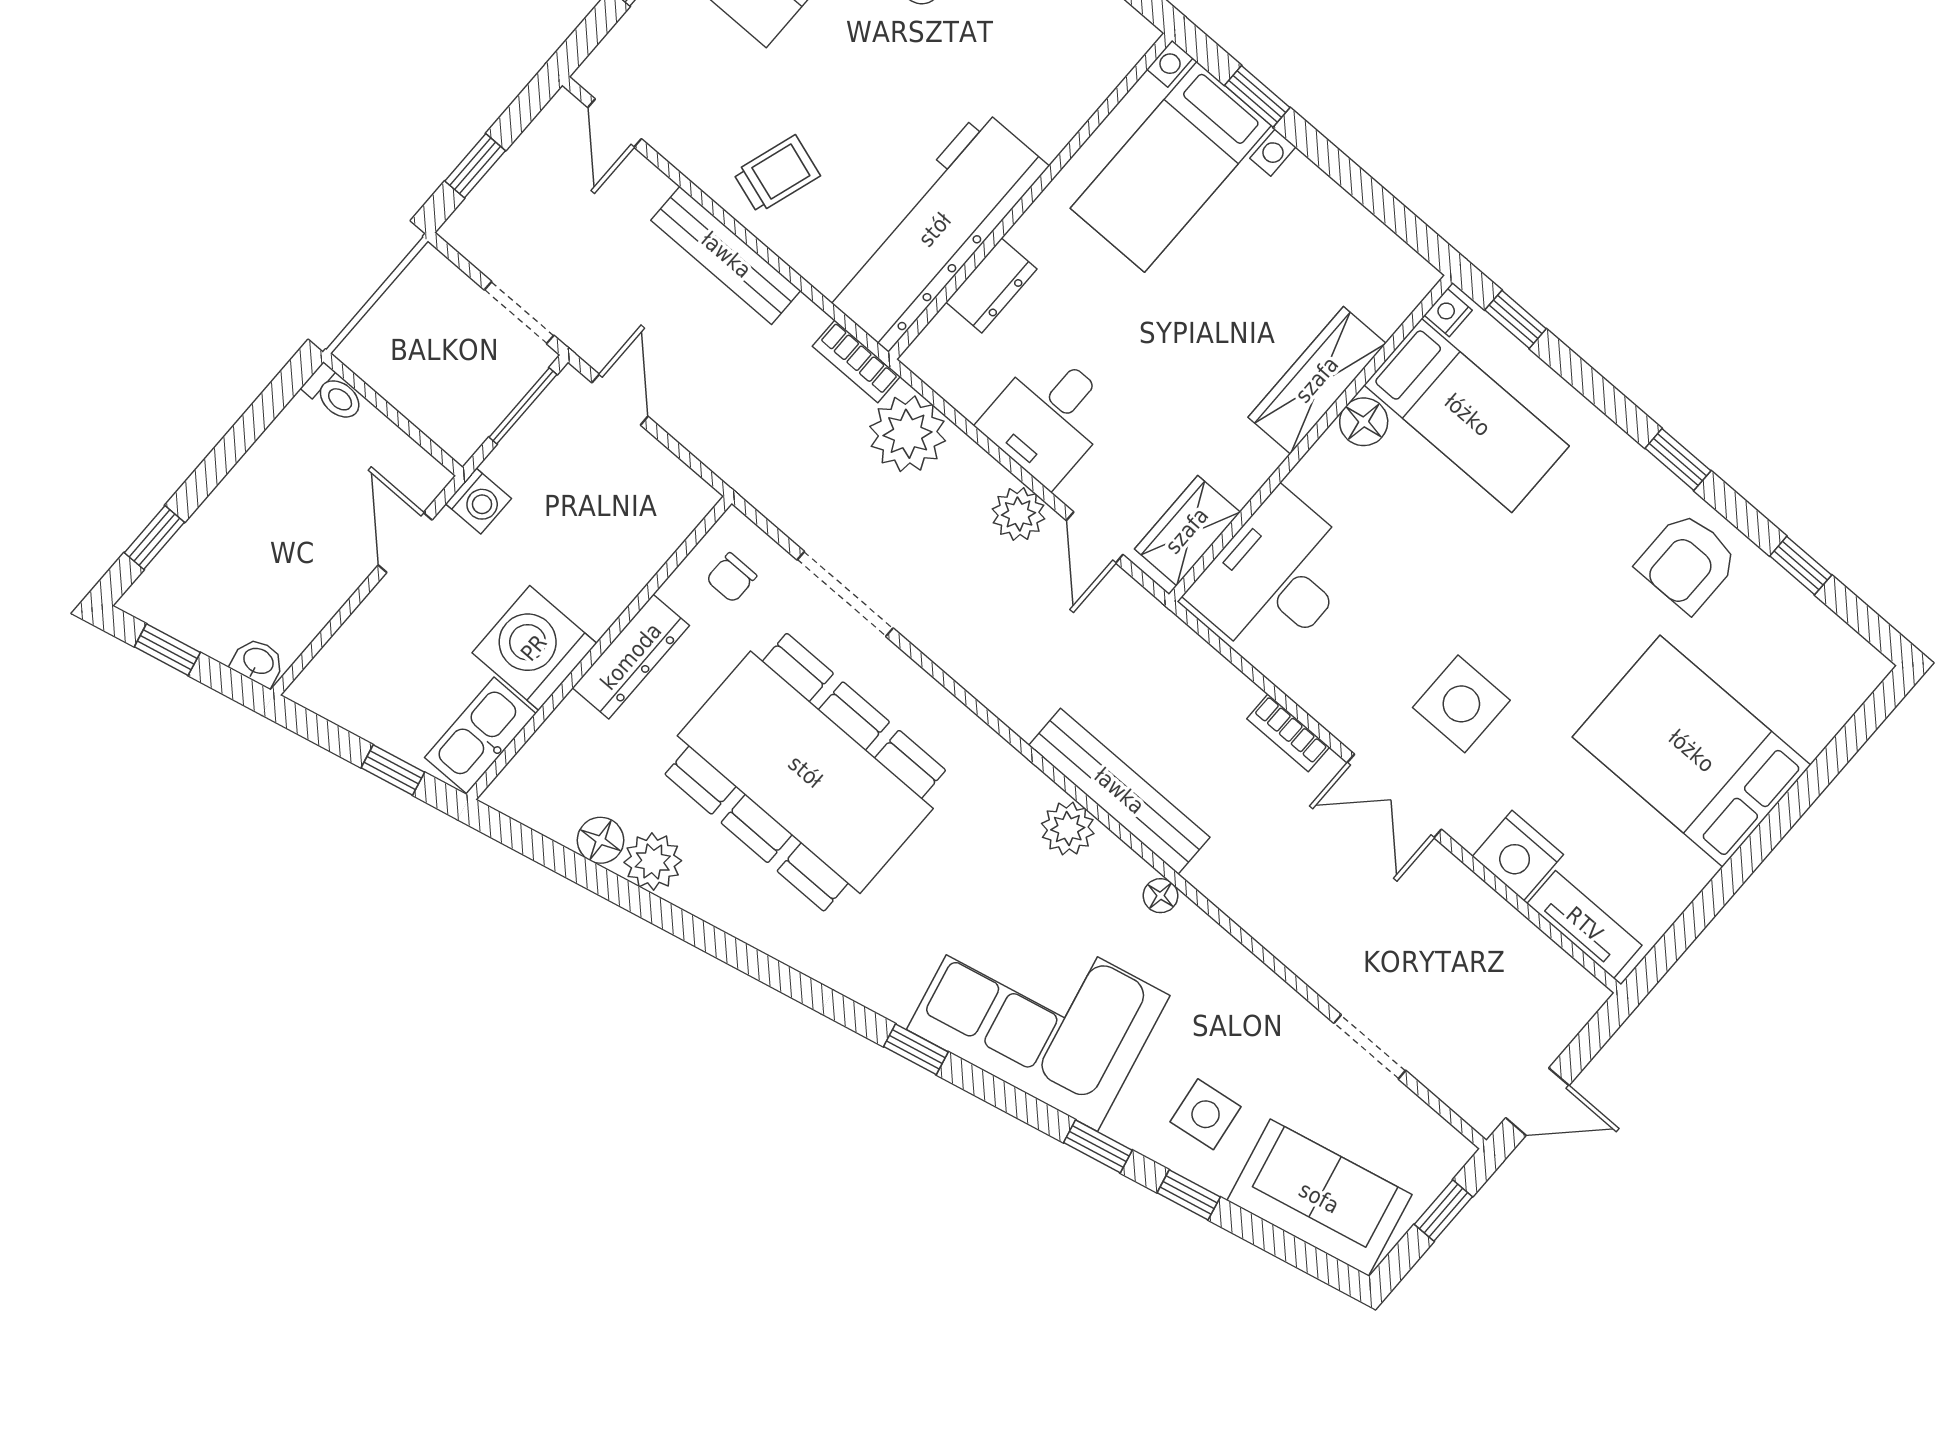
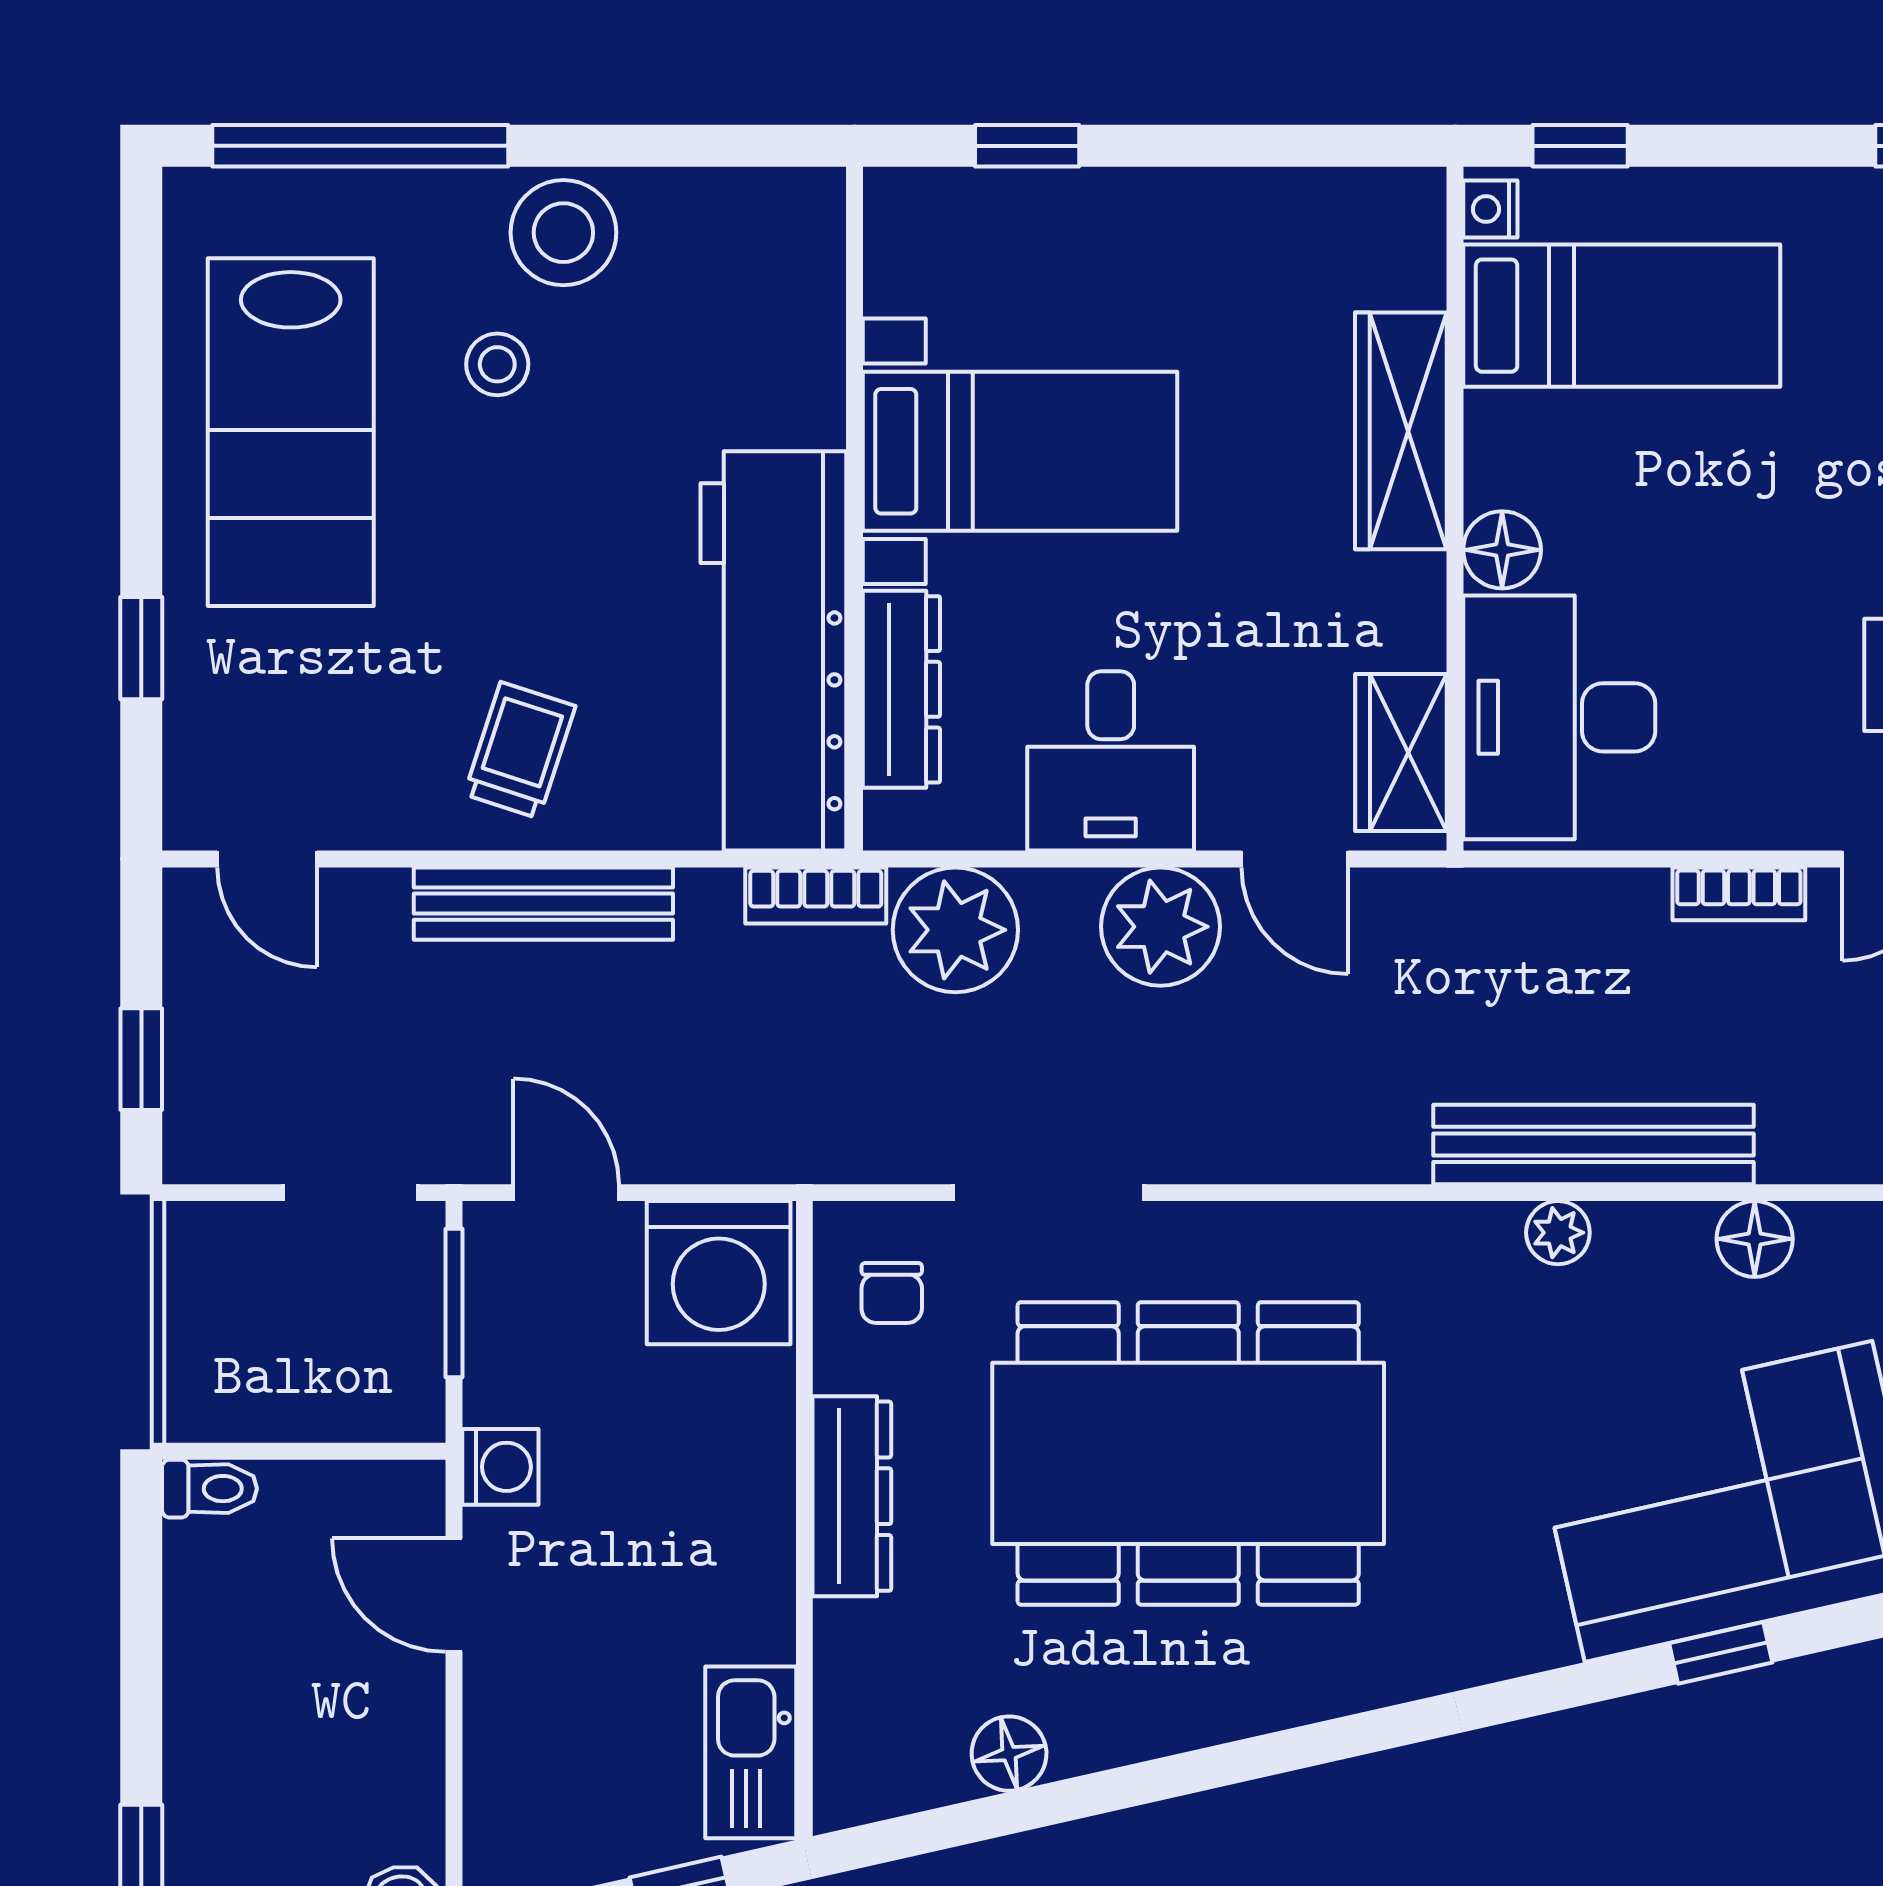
bed with nightstands: (1171, 167) -> (1020, 451), moved, turned -90
dresser: (991, 286) -> (901, 689), width x1.44
floor lamp: (1364, 422) -> (1502, 550), moved
plant: (1019, 514) -> (1161, 927), width x1.36, depth x1.36
washing machine: (534, 648) -> (719, 1273), moved, turned -90
plant: (1068, 829) -> (1558, 1233), width x0.73, depth x0.73
plant: (653, 861) -> (1096, 1724), removed
floor lamp: (1161, 896) -> (1755, 1239), width x1.37, depth x1.37
window: (916, 1049) -> (1721, 1653), moved

